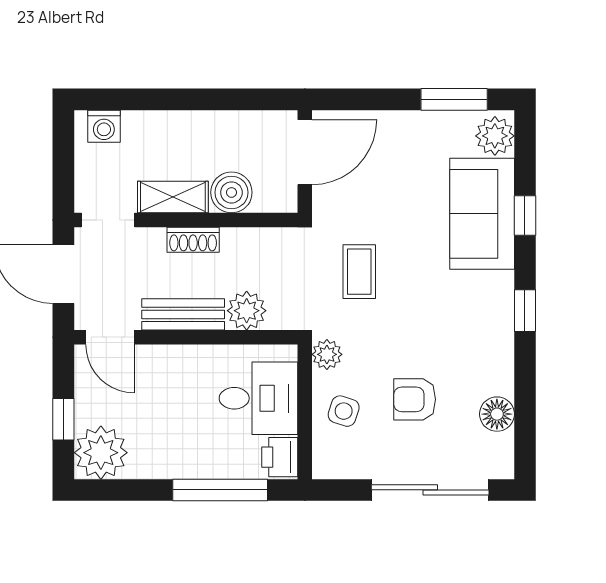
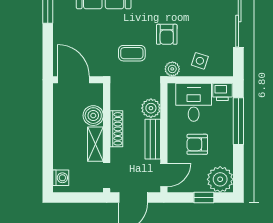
shoe rack: (193, 240) -> (116, 129), width x1.43
armchair: (415, 399) -> (167, 34), moved
armchair: (172, 406) -> (197, 144), added

